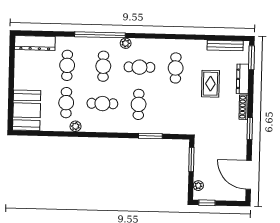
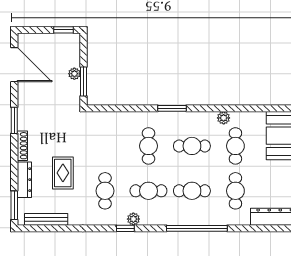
window: (159, 36) -> (125, 228), added
plant: (126, 43) -> (133, 219), moved
cafe table: (103, 66) -> (192, 191), turned 90
window: (150, 136) -> (172, 108), moved
plant: (198, 186) -> (74, 74), moved

